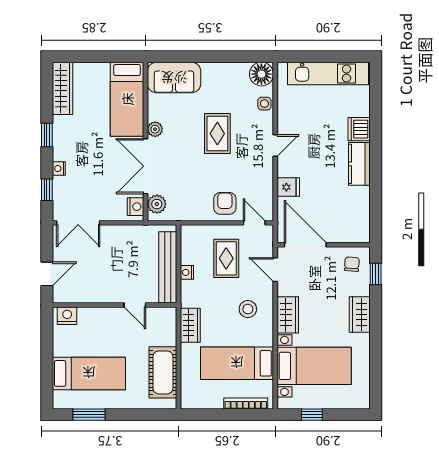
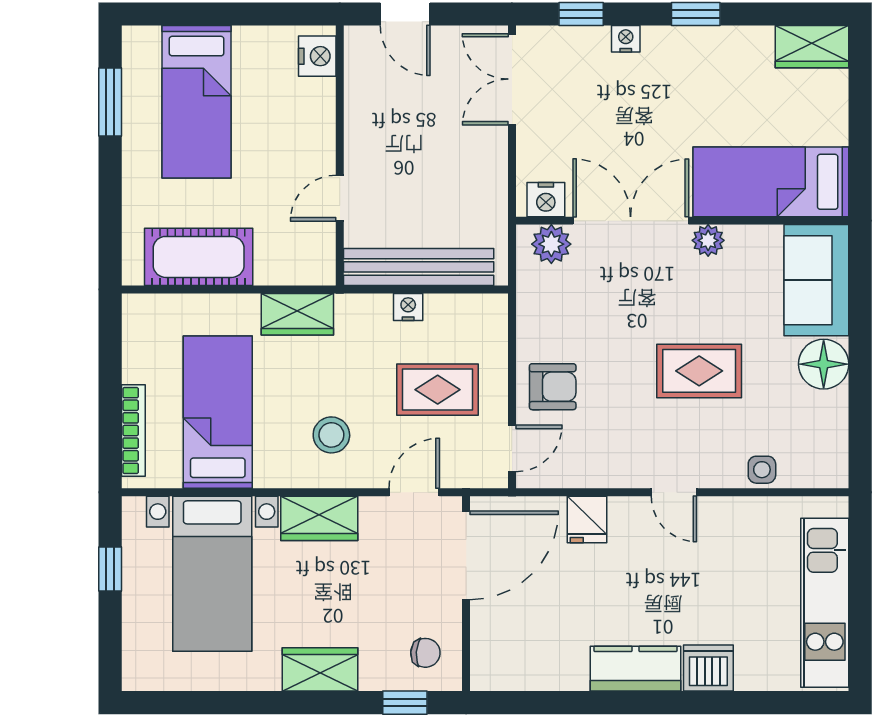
floor lamp: (261, 74) -> (824, 364), moved
wardrobe: (63, 88) -> (812, 47), width x0.67

